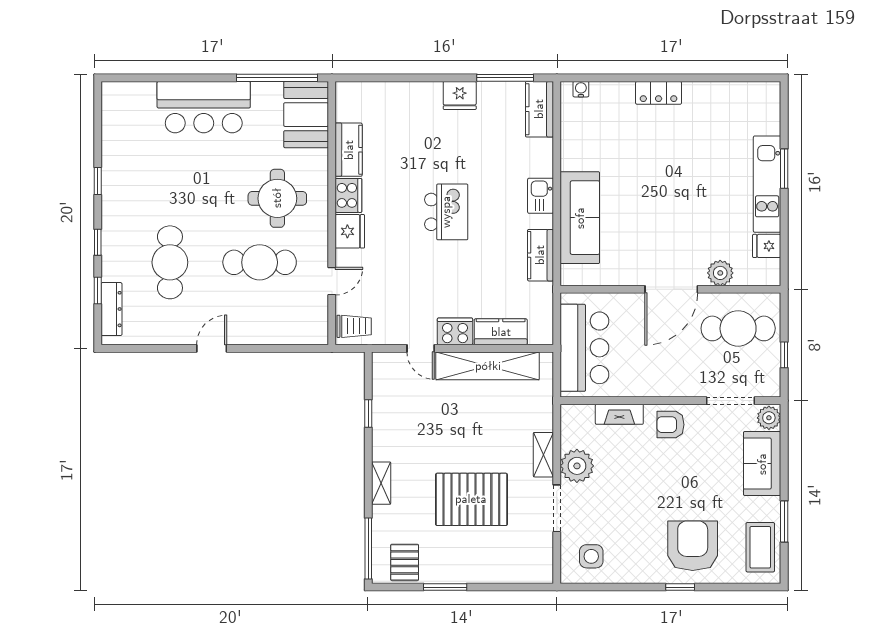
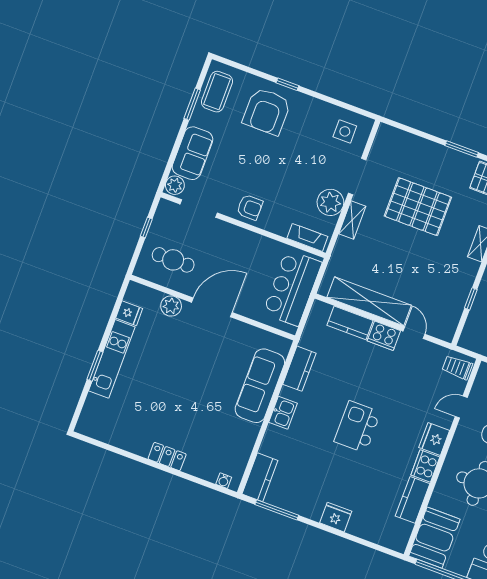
fridge: (460, 95) -> (336, 517), moved
cafe table: (738, 328) -> (173, 260), width x0.73, depth x0.74
fireplace: (619, 414) -> (307, 237), moved

